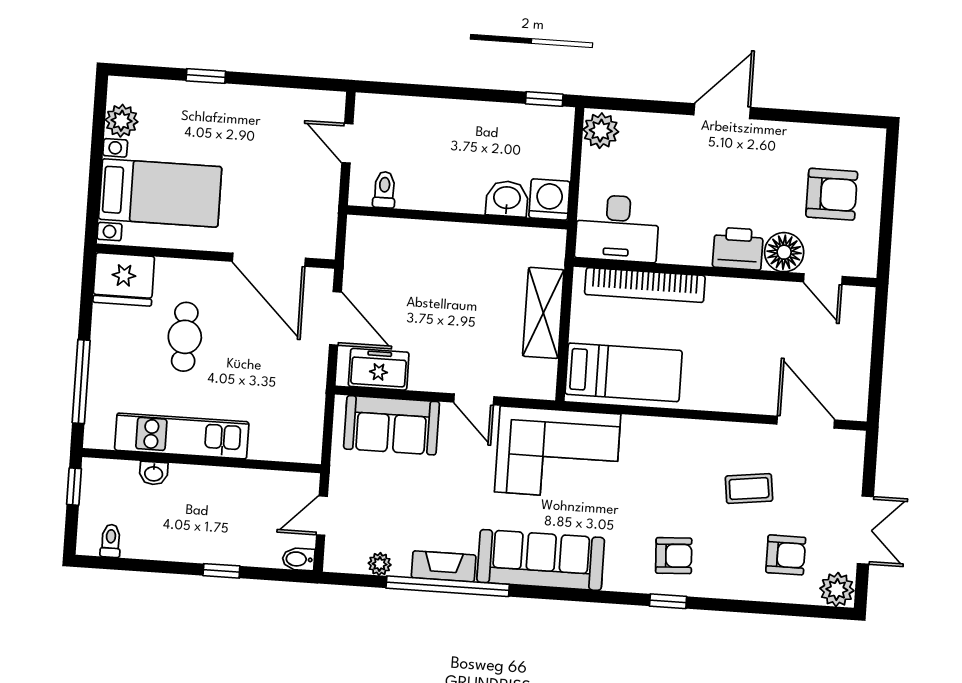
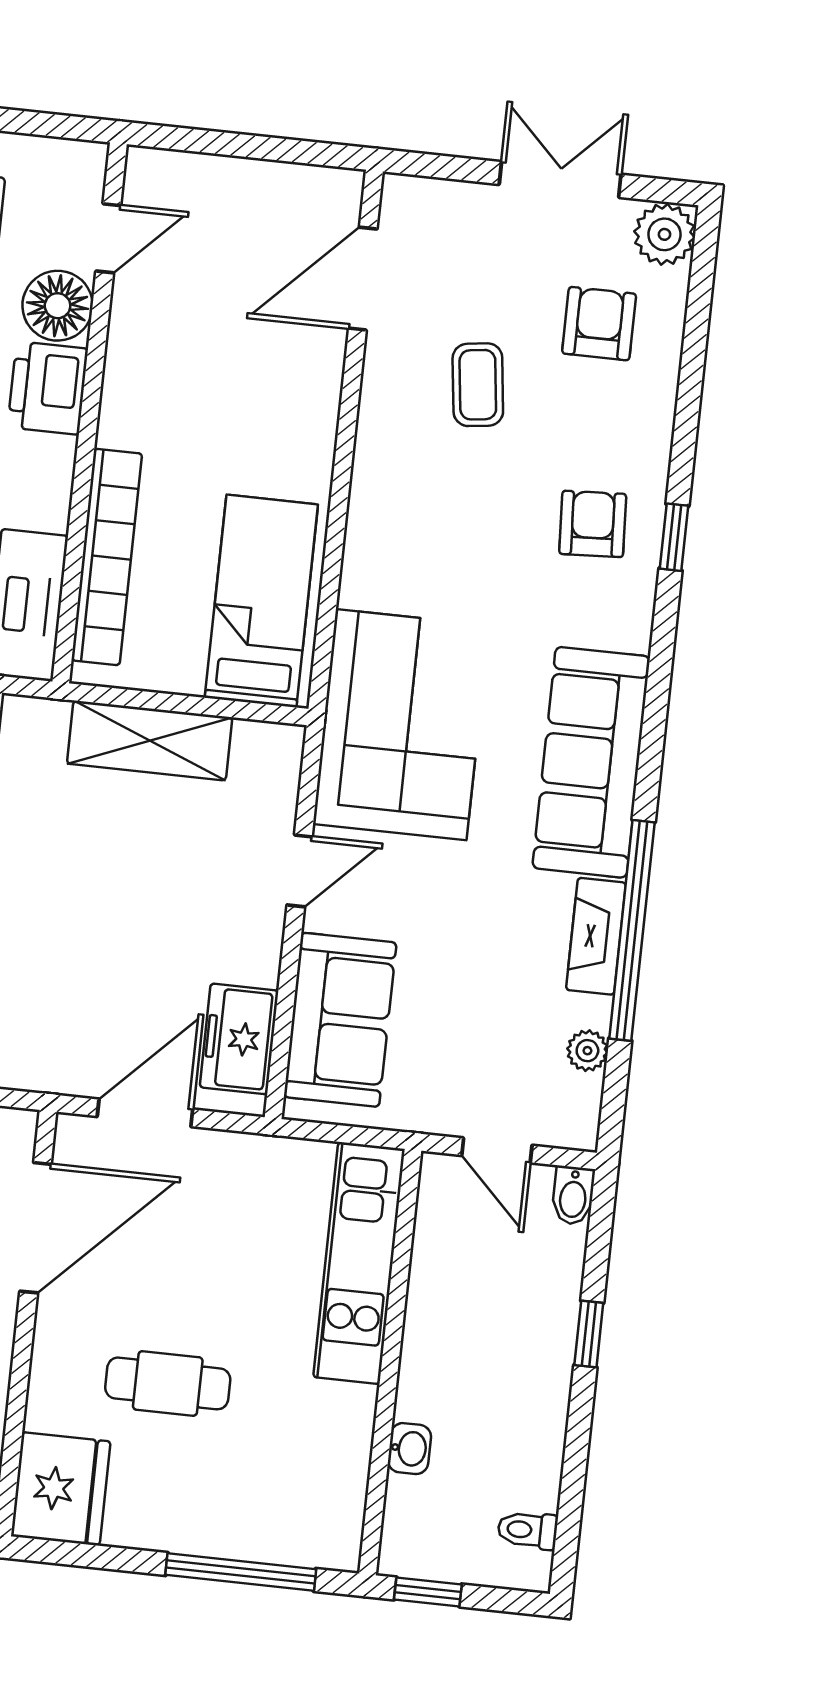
kitchen unit: (182, 436) -> (359, 1263), moved

